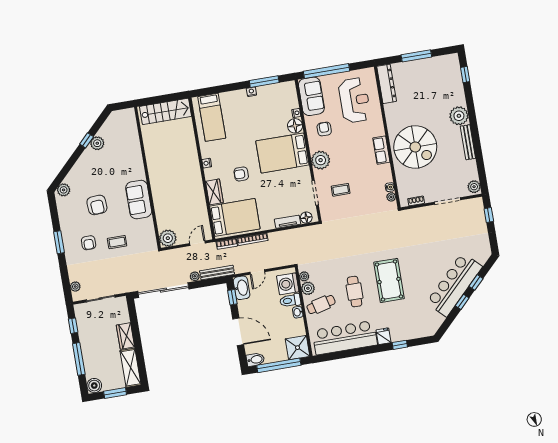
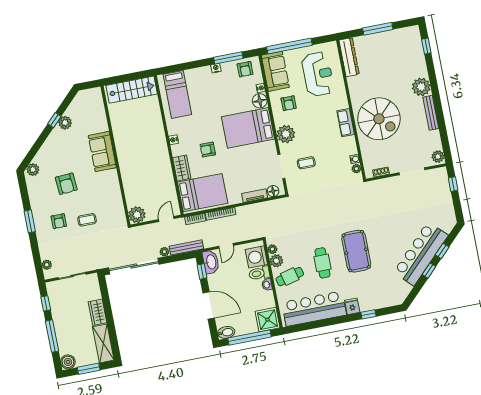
armchair: (281, 93) -> (245, 69), added
armchair: (324, 129) -> (289, 103), turned 180
sofa: (139, 200) -> (102, 152), moved

